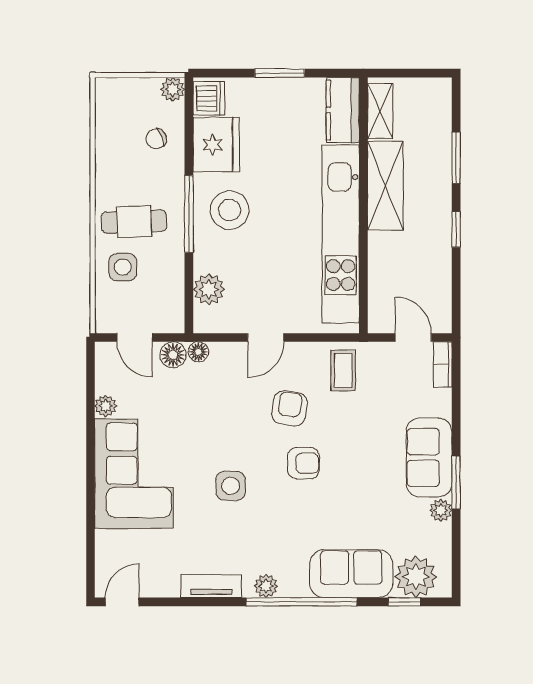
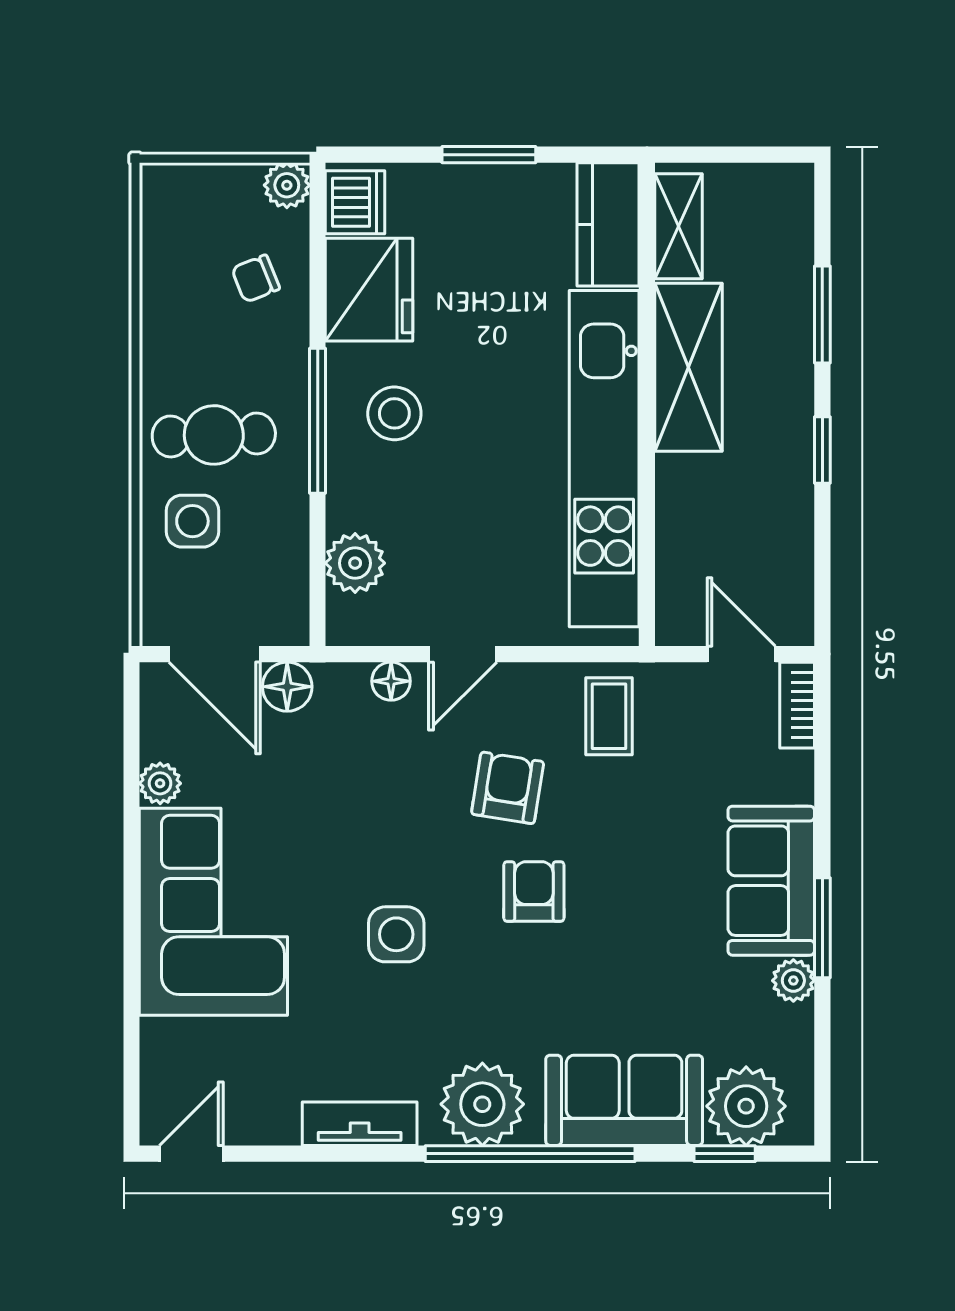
stool: (230, 210) -> (394, 413), width x0.73, depth x0.73
door: (134, 337) -> (215, 654), width x1.38
floor lamp: (198, 352) -> (391, 681), moved
armchair: (303, 463) -> (534, 891), turned -90
plant: (266, 586) -> (482, 1104), width x1.87, depth x1.87

